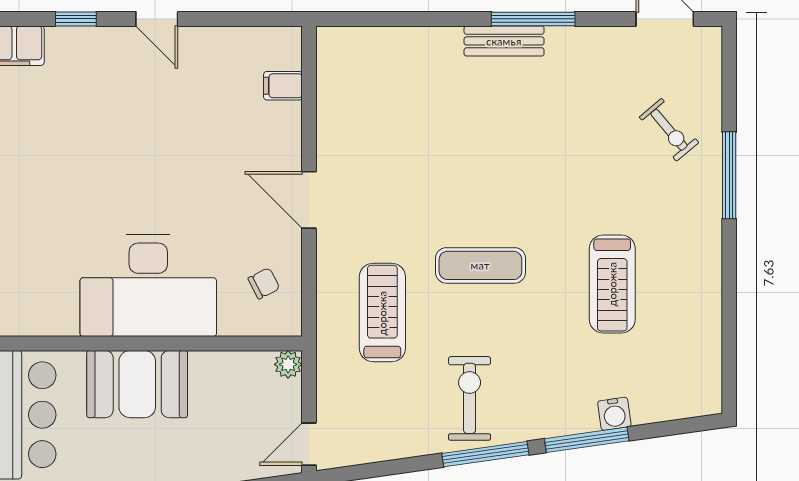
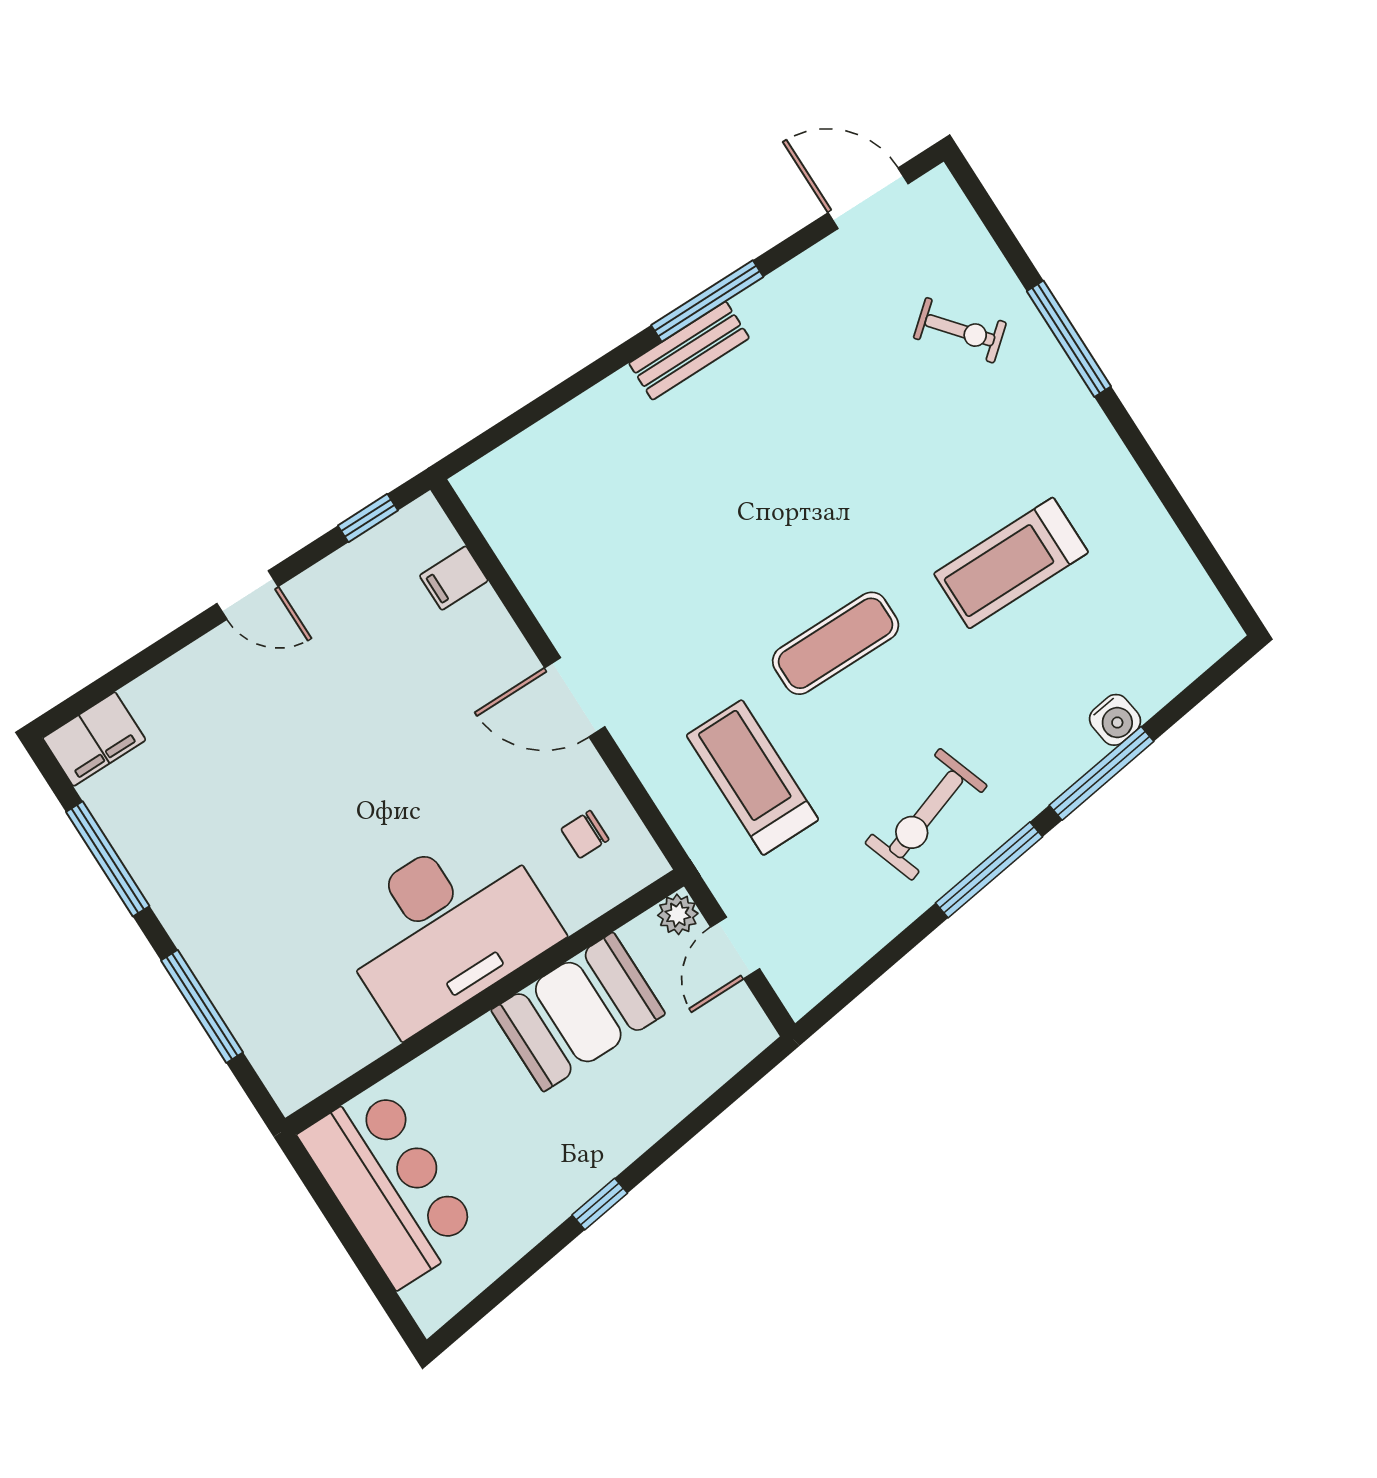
window: (76, 19) -> (368, 518), moved
chair: (264, 283) -> (585, 834), turned -153
treadmill: (612, 284) -> (1011, 563), turned 90
booth: (137, 384) -> (578, 1012), moved
exercise bike: (470, 398) -> (926, 814), turned -109
door: (309, 444) -> (735, 948), moved

